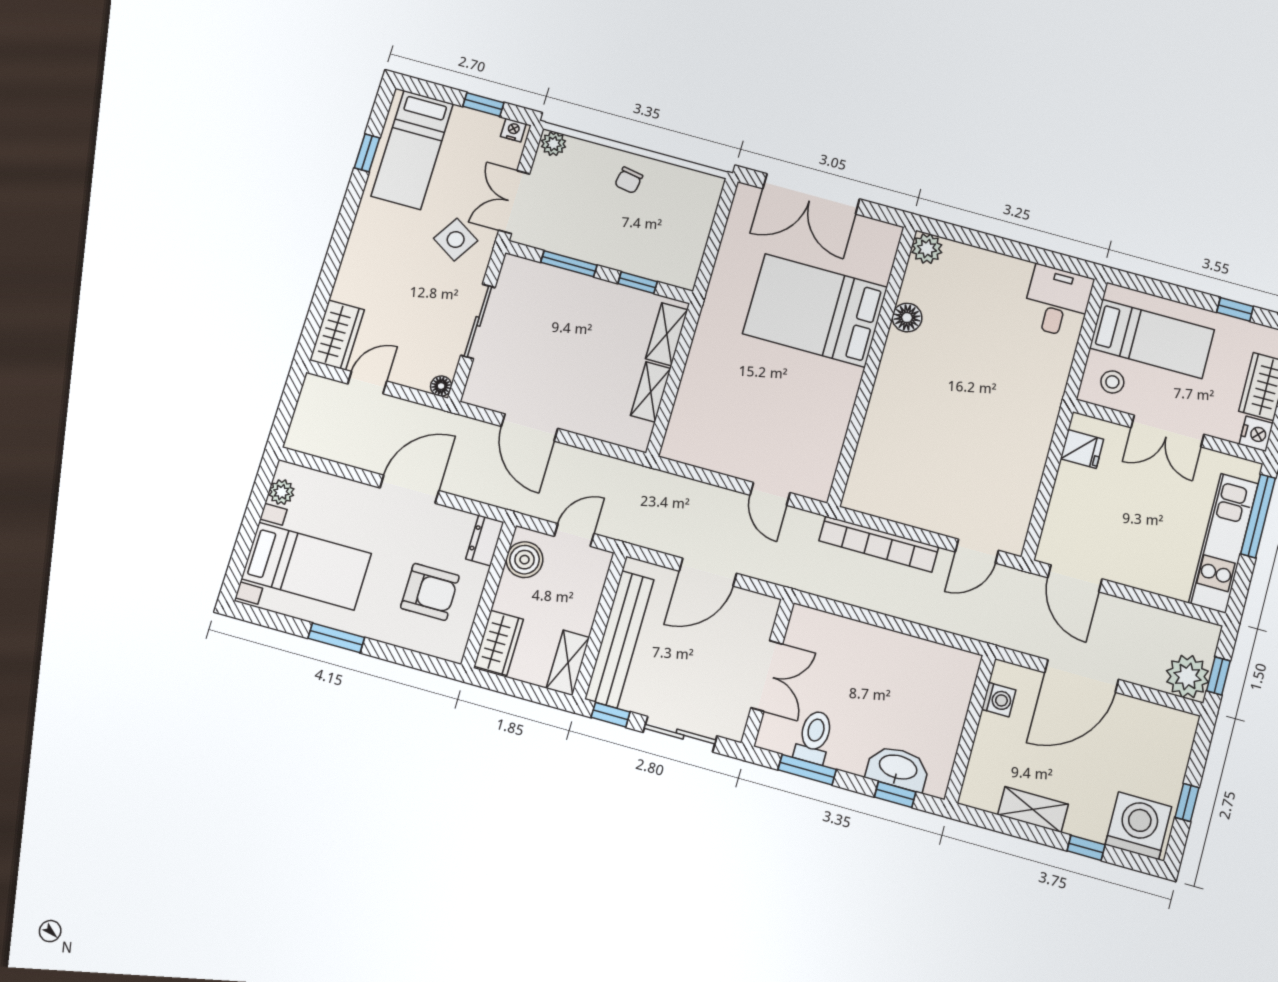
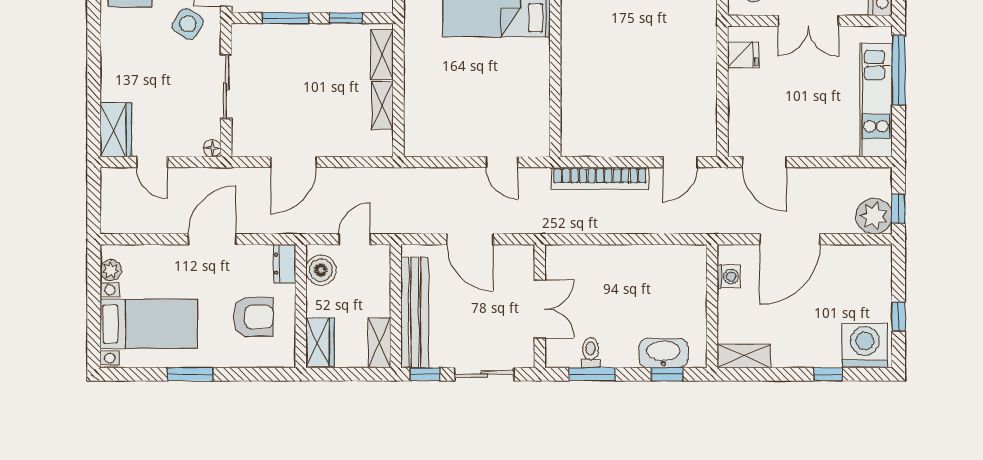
door: (367, 383) -> (152, 162), swing flipped
door: (530, 427) -> (293, 162), hinge flipped
door: (708, 572) -> (470, 239), hinge flipped
toilet: (814, 737) -> (591, 353), width x0.73, depth x0.72
shelving: (1033, 809) -> (744, 356), moved

